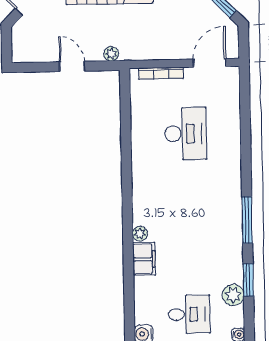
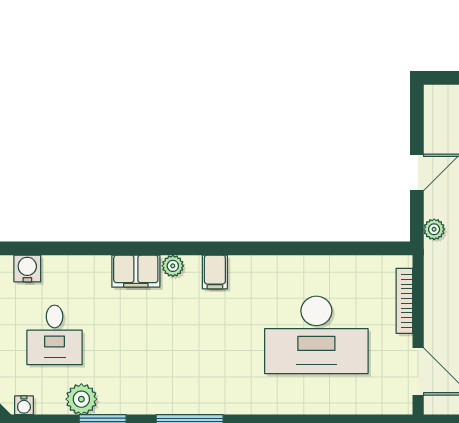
desk: (186, 134) -> (316, 335), width x1.36, depth x1.30
filing cabinet: (144, 204) -> (215, 272), added

